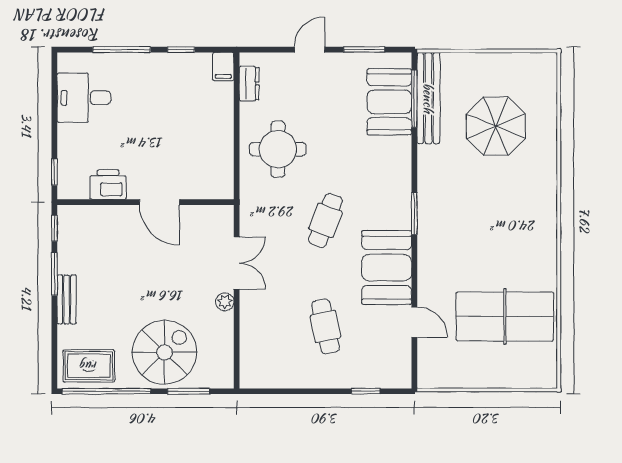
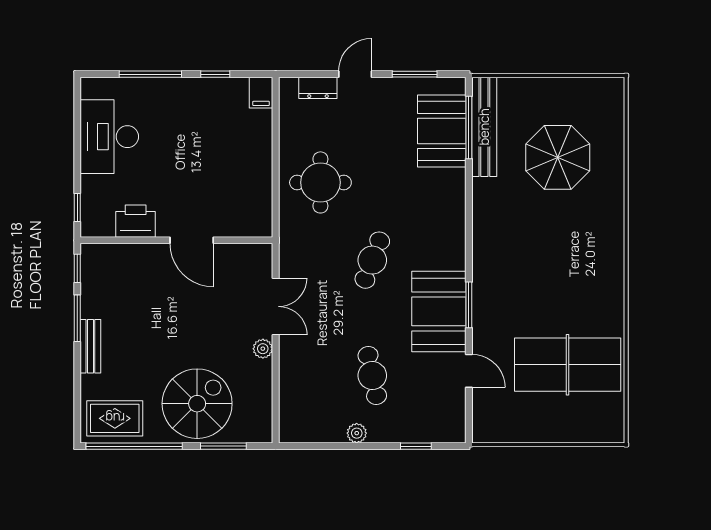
dresser: (249, 84) -> (318, 88), moved, turned 90
desk: (84, 98) -> (109, 137), width x1.37
window: (414, 214) -> (469, 305), moved
plant: (311, 379) -> (357, 433), added

